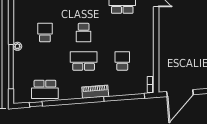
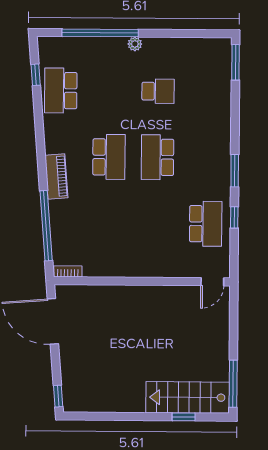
school desk: (84, 33) -> (158, 157), width x1.85
school desk: (122, 61) -> (108, 223), removed

